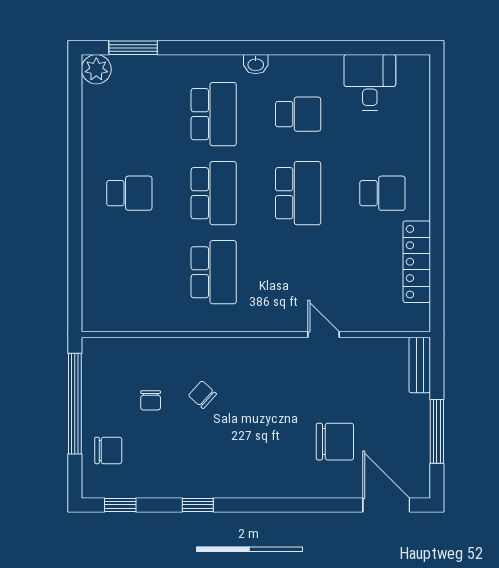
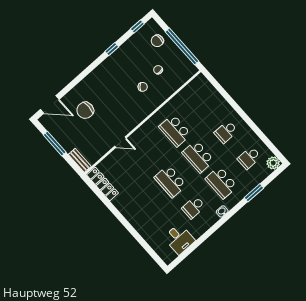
window: (133, 48) -> (254, 193), moved
school desk: (382, 193) -> (249, 158), moved
locker: (417, 262) -> (103, 184), moved

